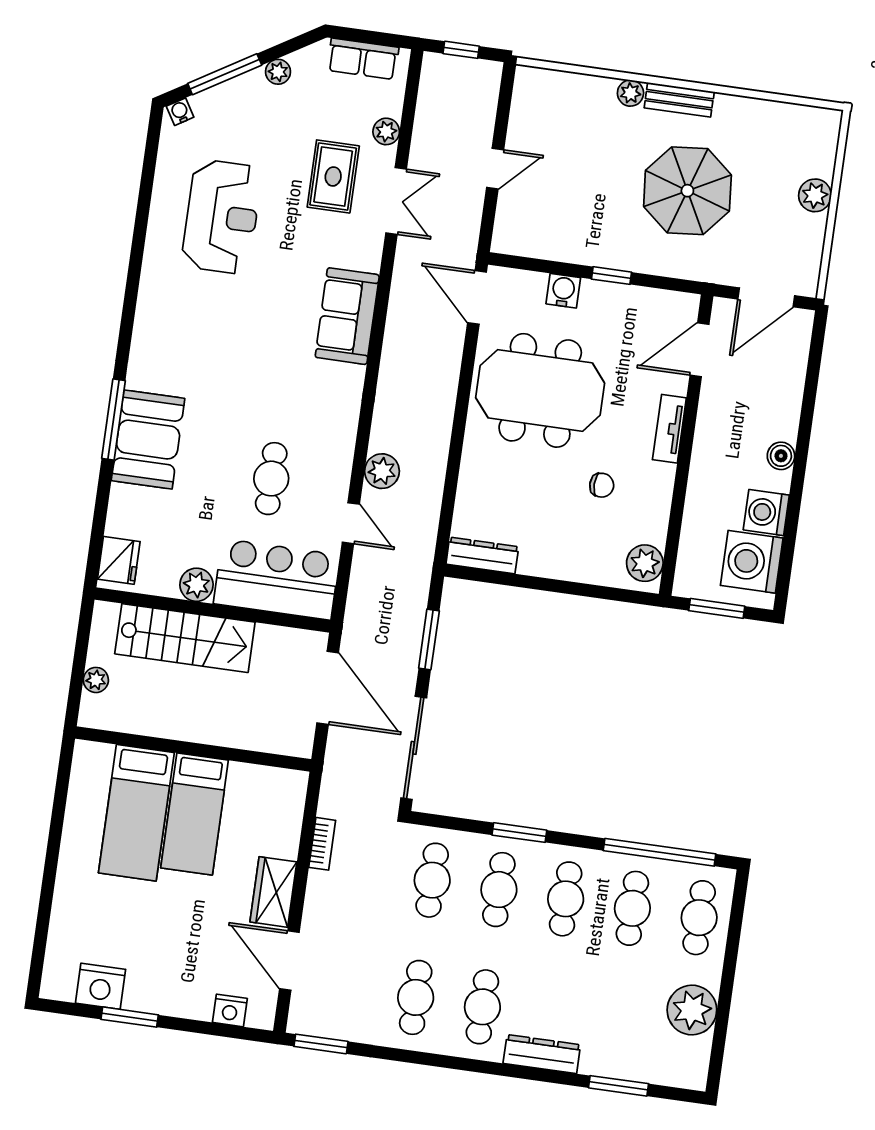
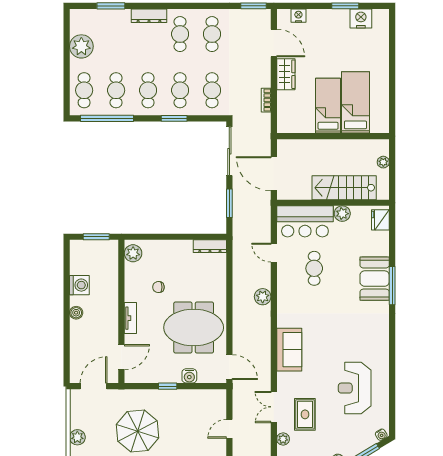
plant: (382, 471) -> (263, 297), moved
washing machine: (752, 562) -> (83, 261), removed

